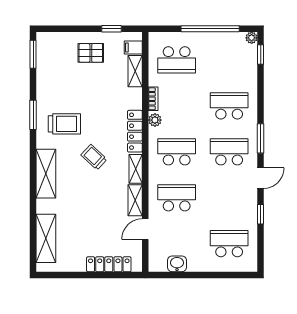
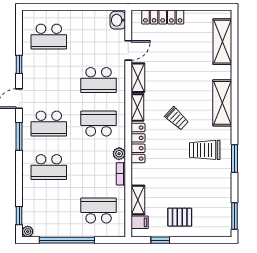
school desk: (177, 152) -> (99, 124), turned 180
washbasin: (177, 264) -> (118, 20), moved, turned 90

